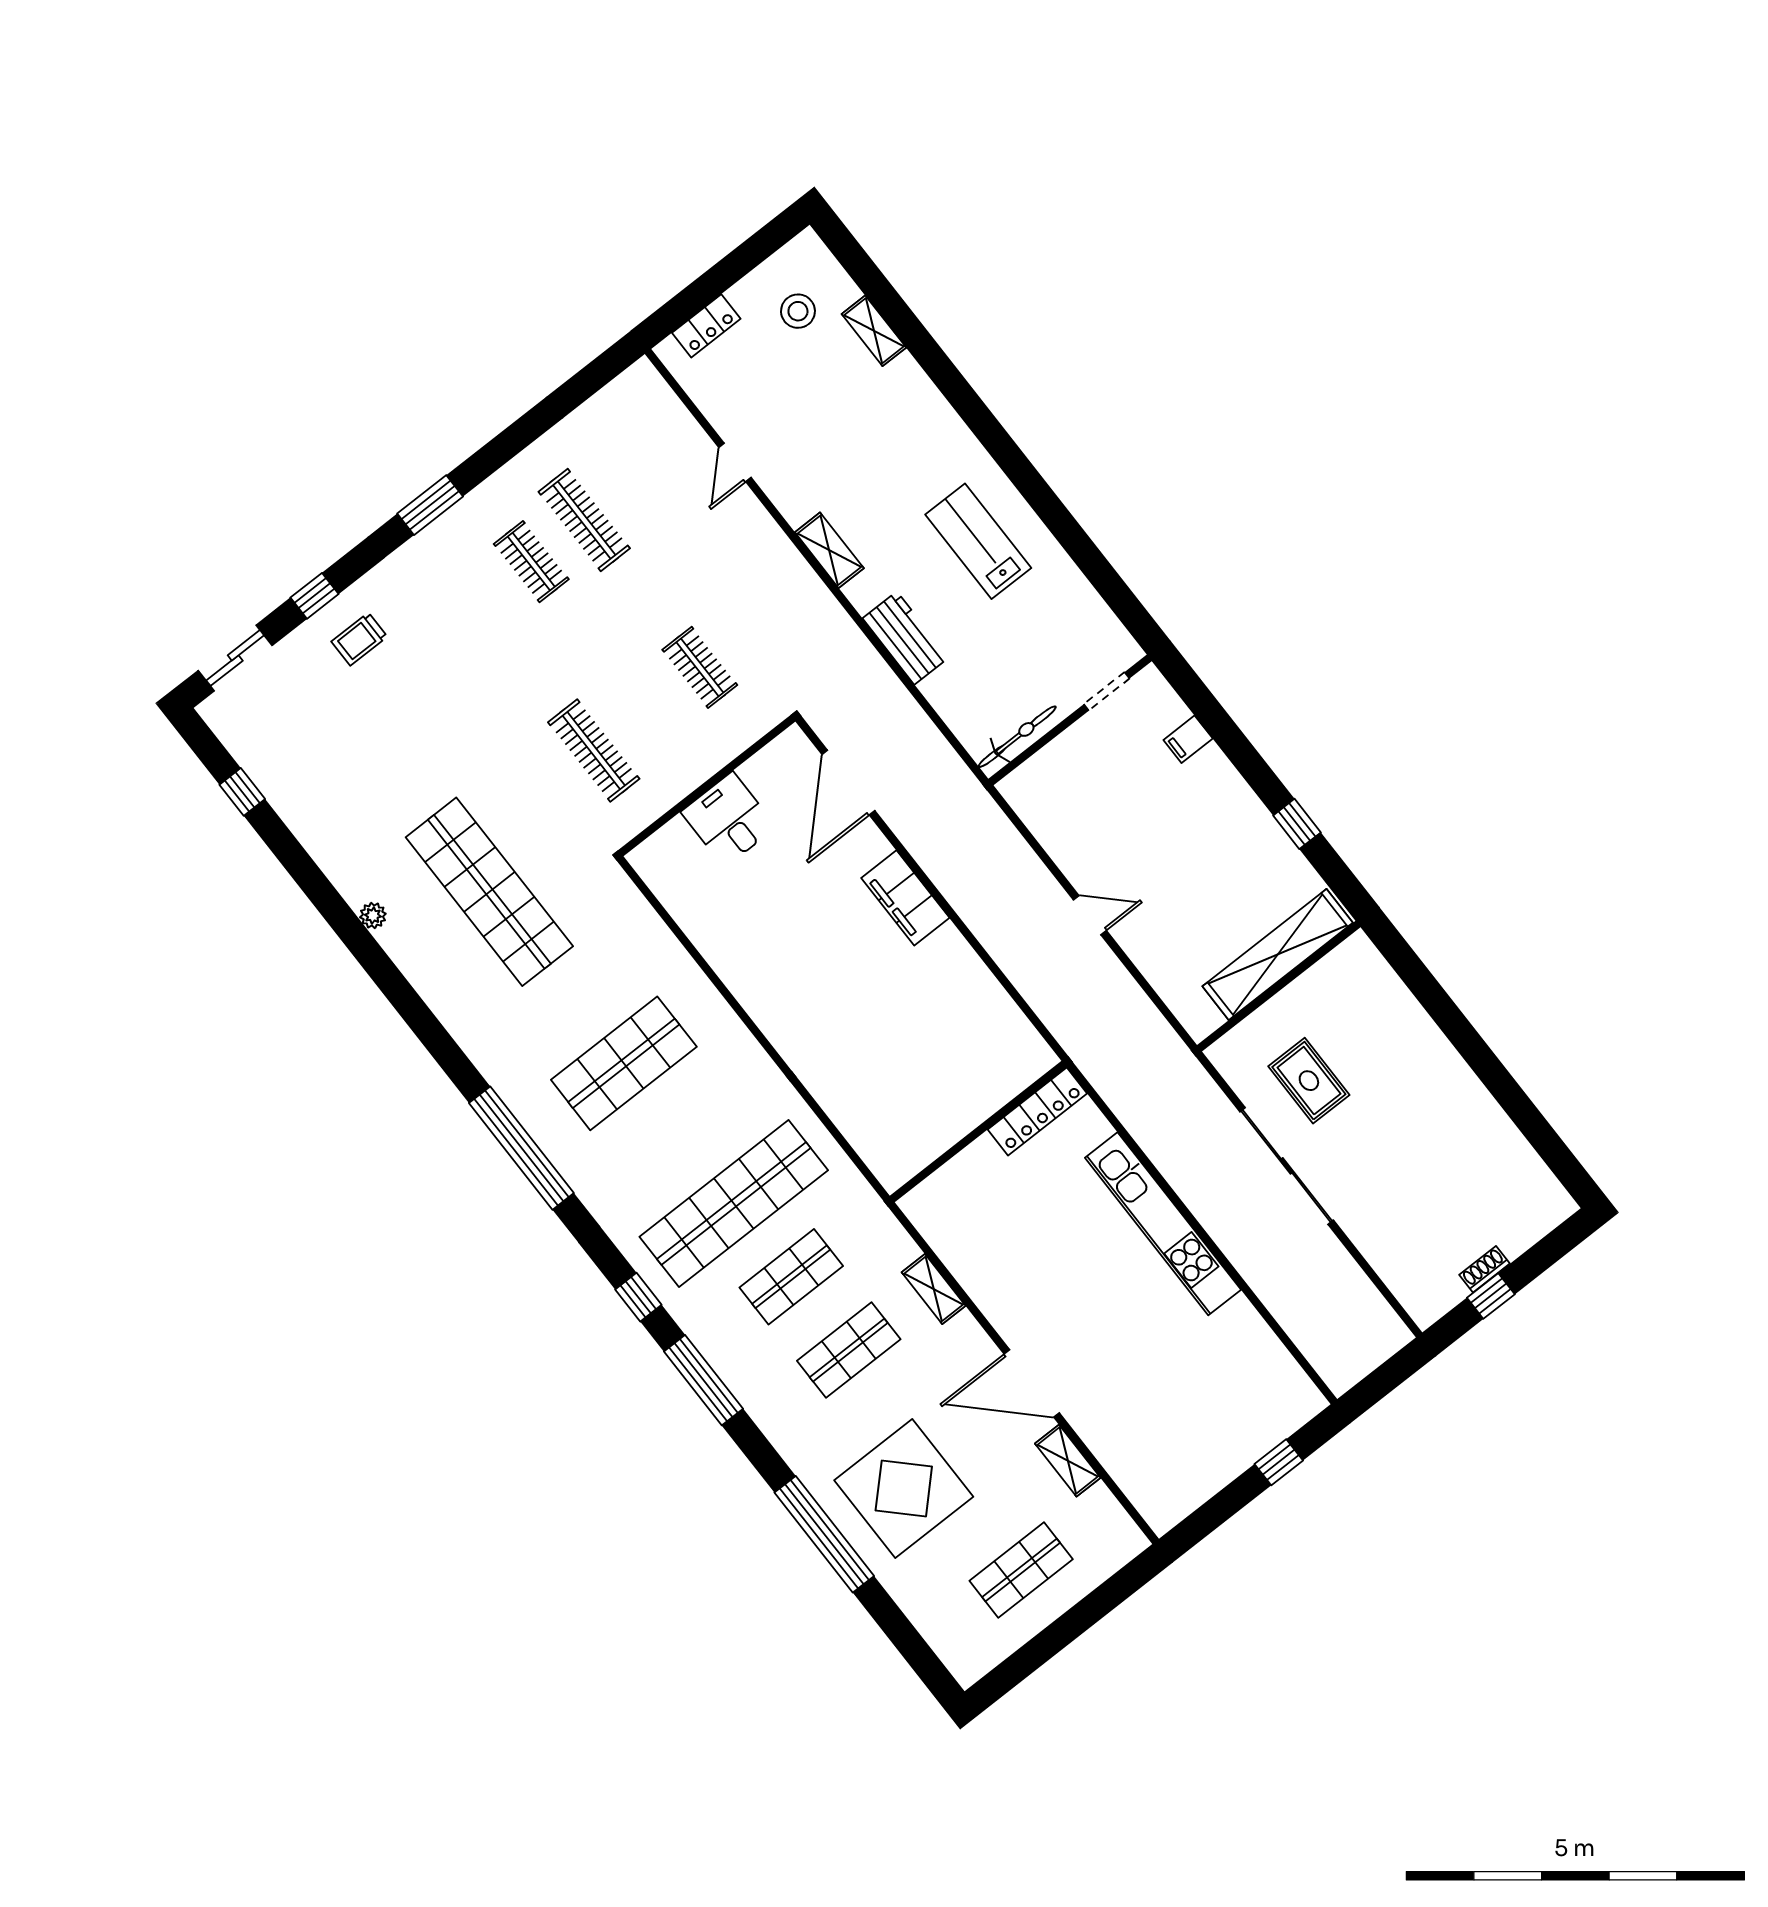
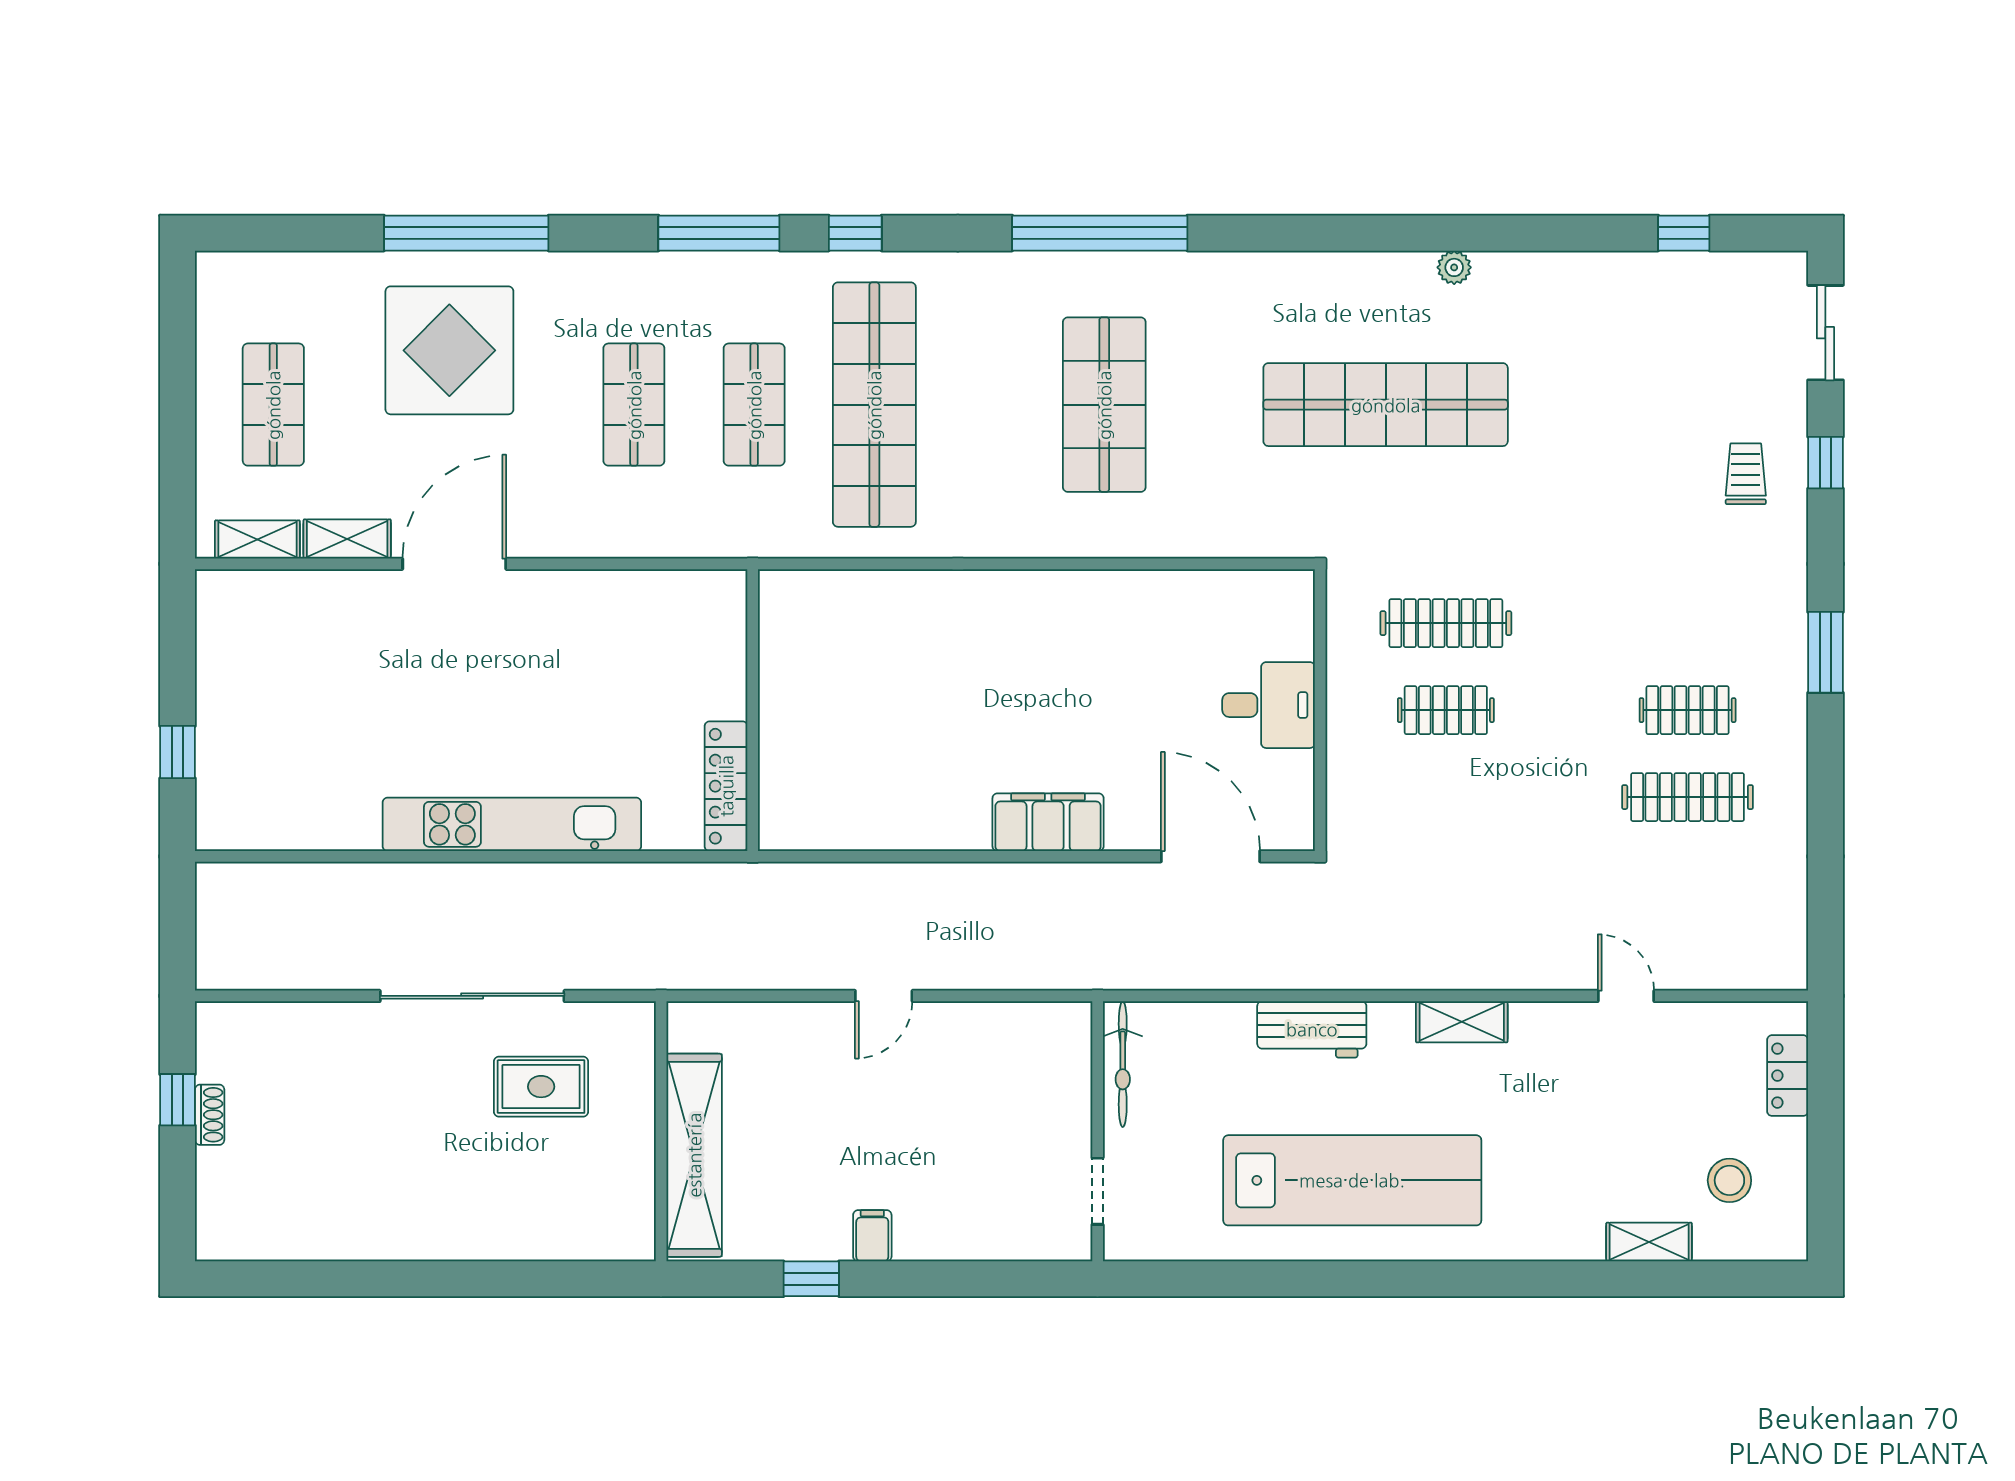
lab bench: (978, 541) -> (1352, 1180), width x1.86, depth x1.39
clothes rail: (700, 667) -> (1446, 710), moved
filing cabinet: (1188, 739) -> (872, 1236), moved
shelving: (934, 1289) -> (257, 540), moved

